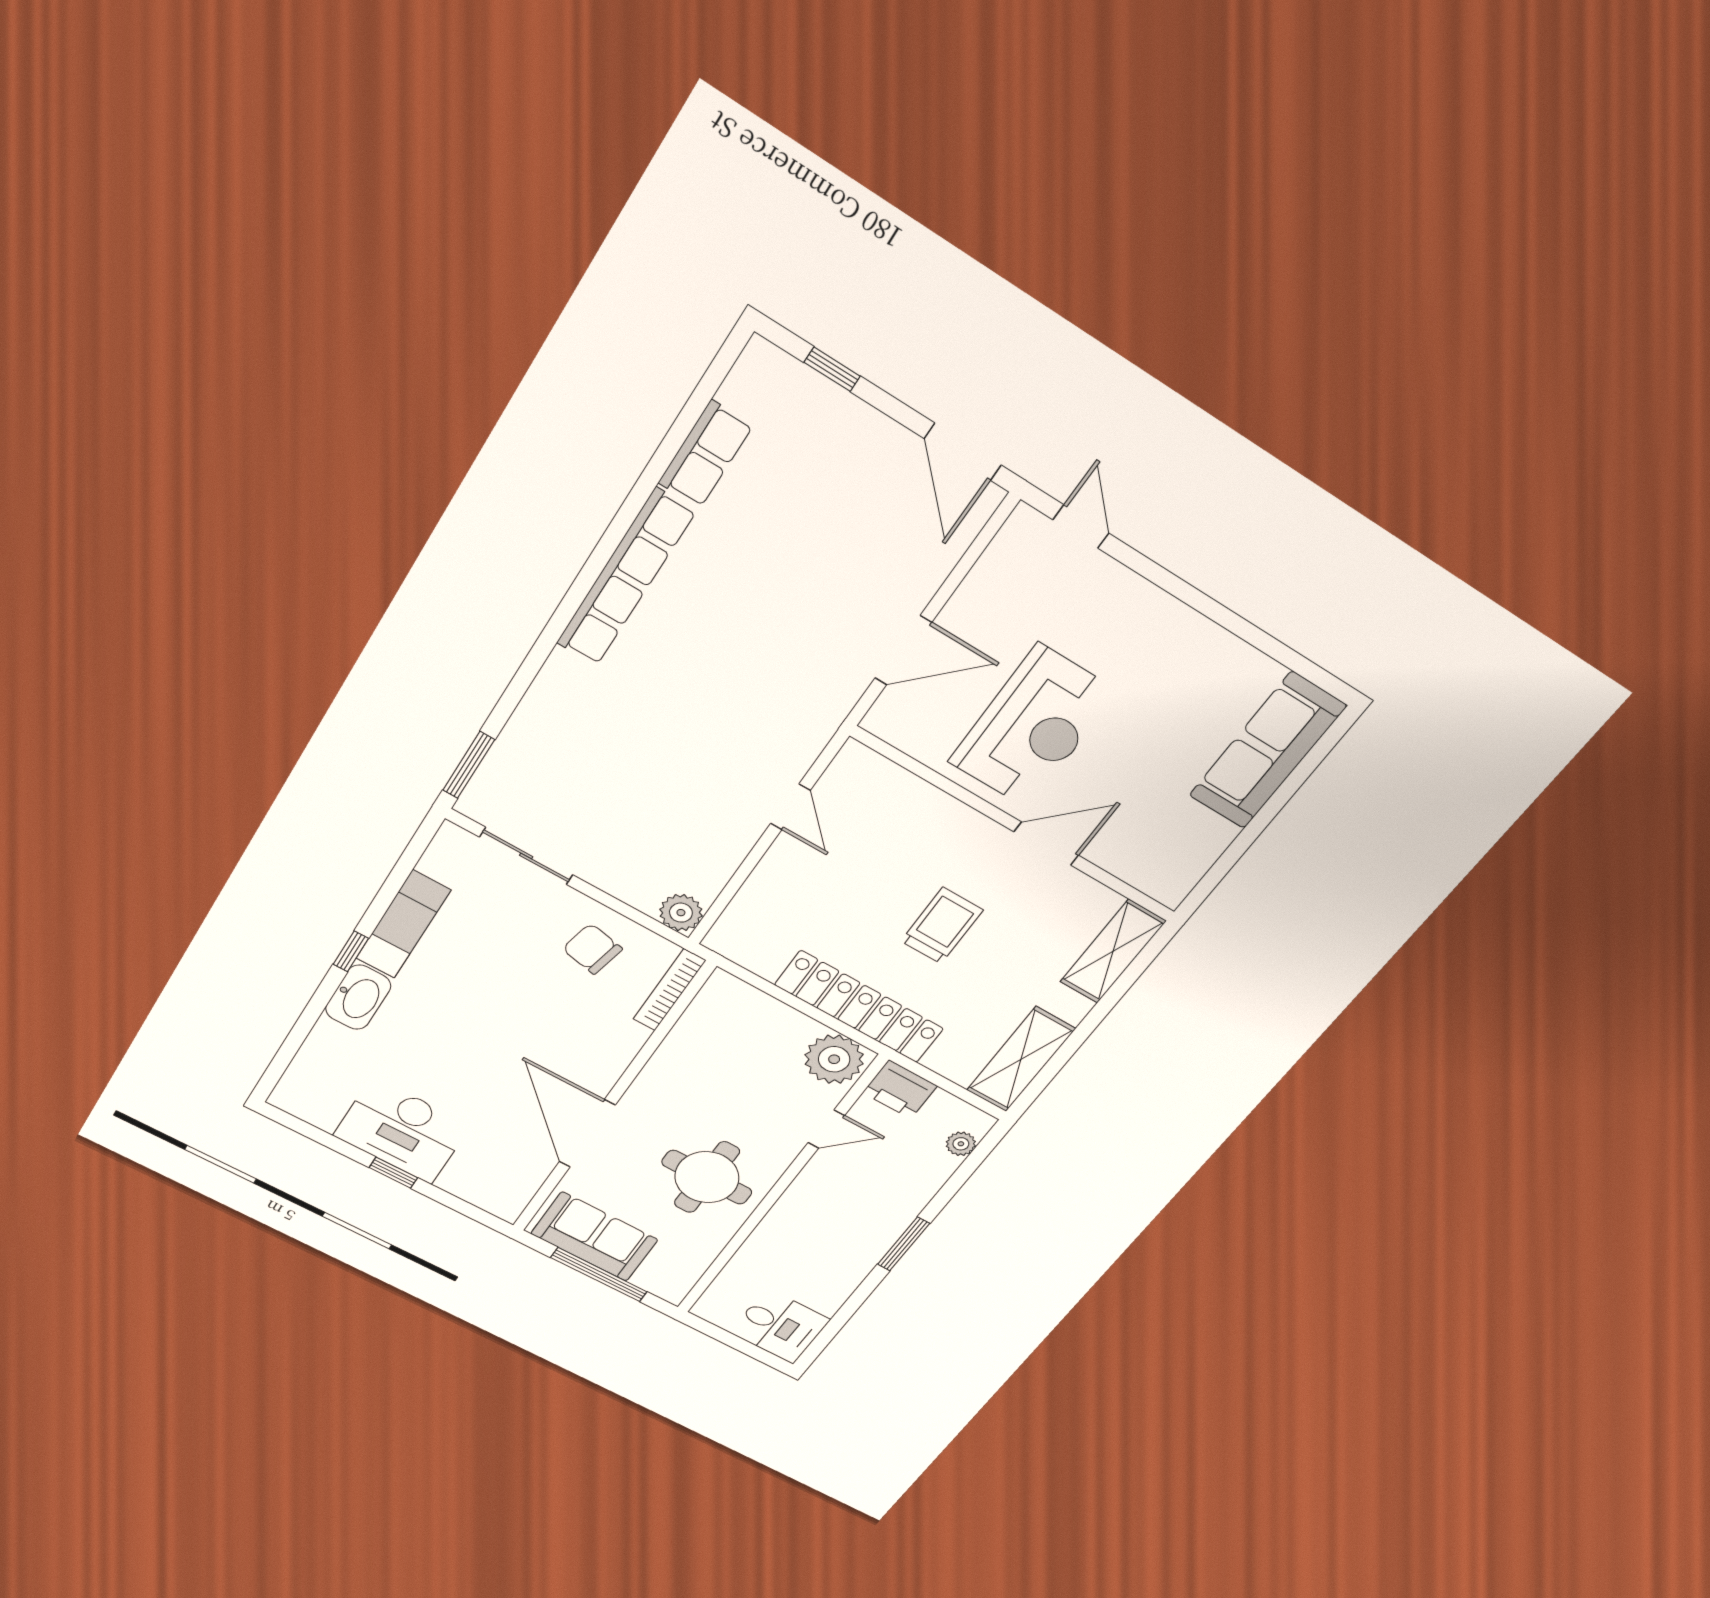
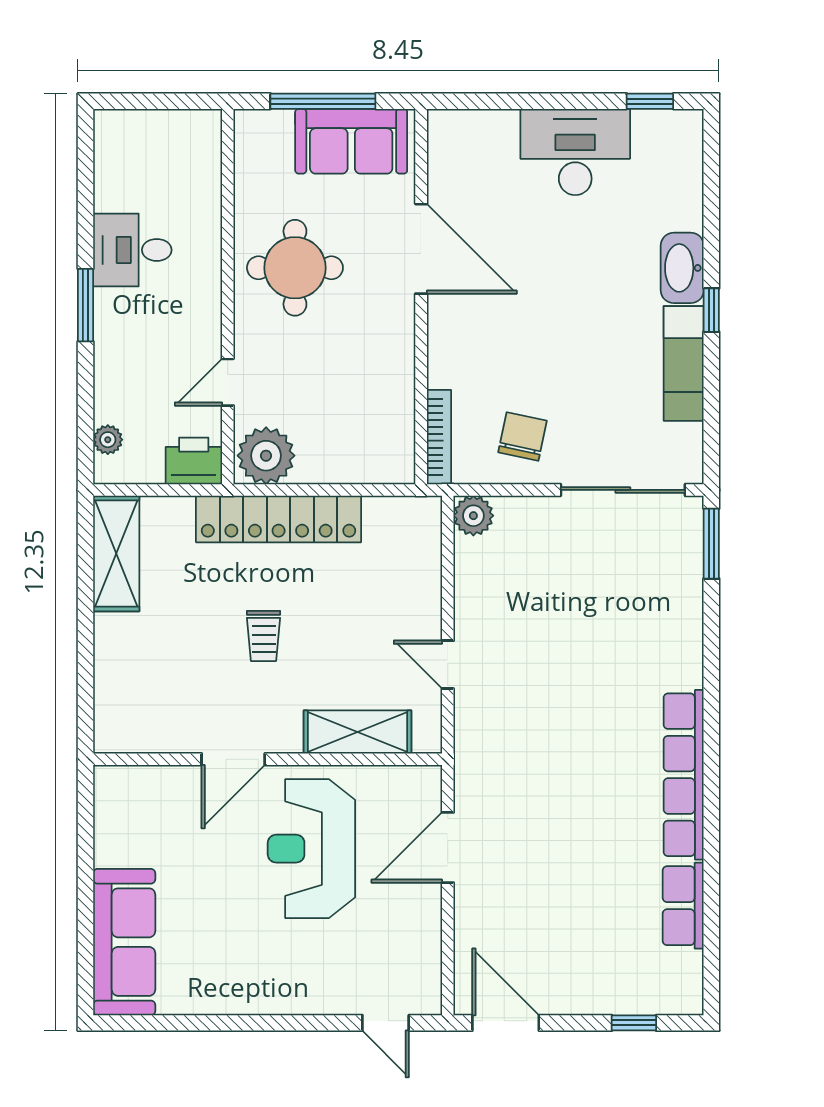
sliding door: (526, 856) -> (623, 490), width x1.37
trolley: (942, 926) -> (264, 636), width x0.73, depth x0.72
chair: (592, 949) -> (523, 437), turned -90
shelving: (1113, 951) -> (358, 732), moved, turned 90
window: (393, 1173) -> (650, 101), moved
desk: (780, 1326) -> (132, 250), moved

